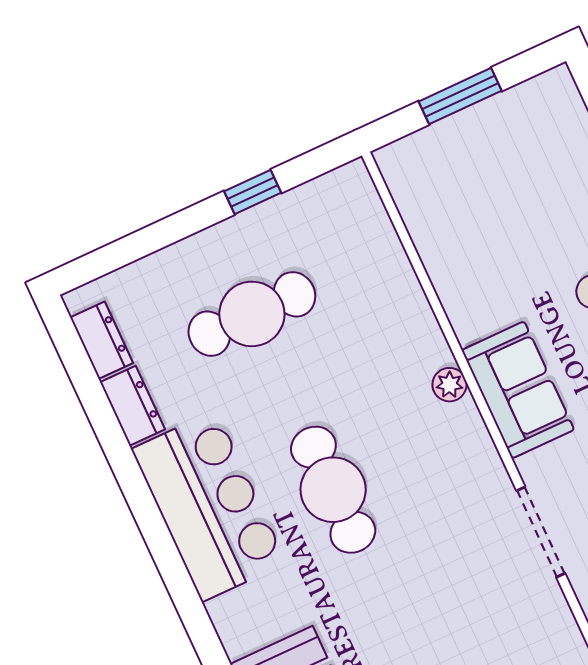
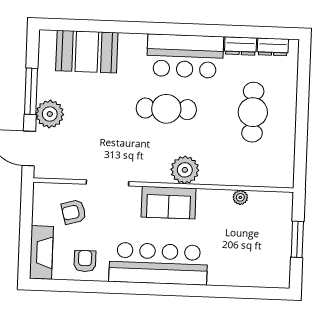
window: (253, 192) -> (301, 137), removed
plant: (435, 252) -> (240, 197), added
plant: (449, 385) -> (185, 170), width x1.88, depth x1.88

